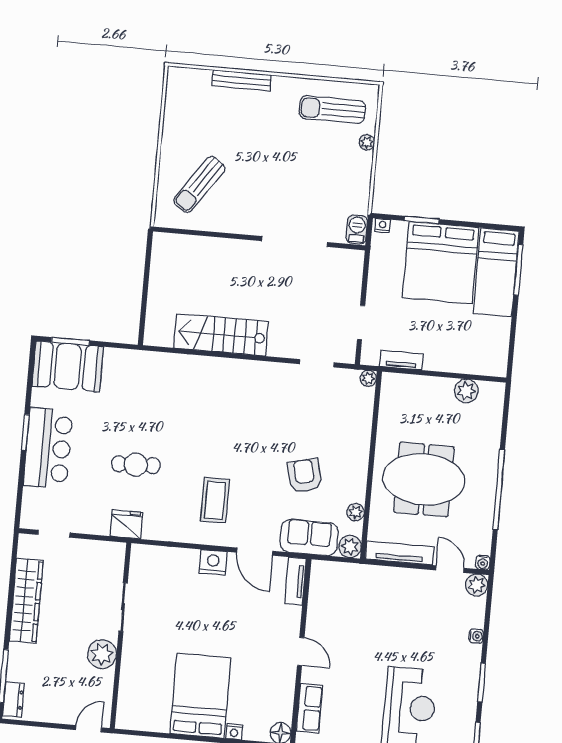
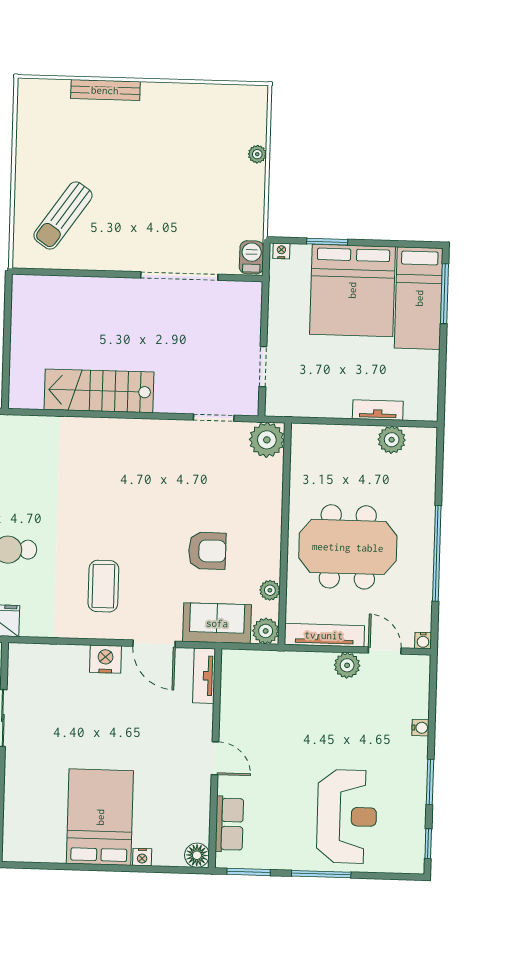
sun lounger: (332, 110) -> (214, 118), removed
tv unit: (401, 360) -> (378, 410), moved
plant: (368, 378) -> (267, 440), width x1.87, depth x1.87
armchair: (305, 476) -> (207, 551), turned 104
plant: (477, 585) -> (347, 665), moved

